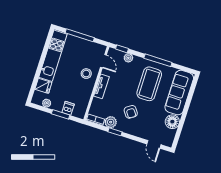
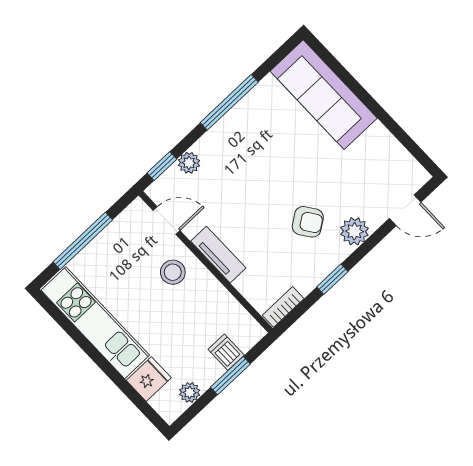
coffee table: (149, 84) -> (269, 149), removed
plant: (111, 122) -> (354, 231), moved
floor lamp: (172, 122) -> (378, 144), removed

